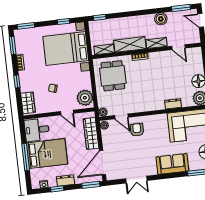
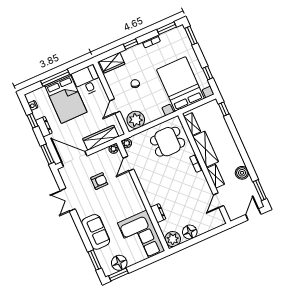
armchair: (137, 130) -> (99, 181), moved

